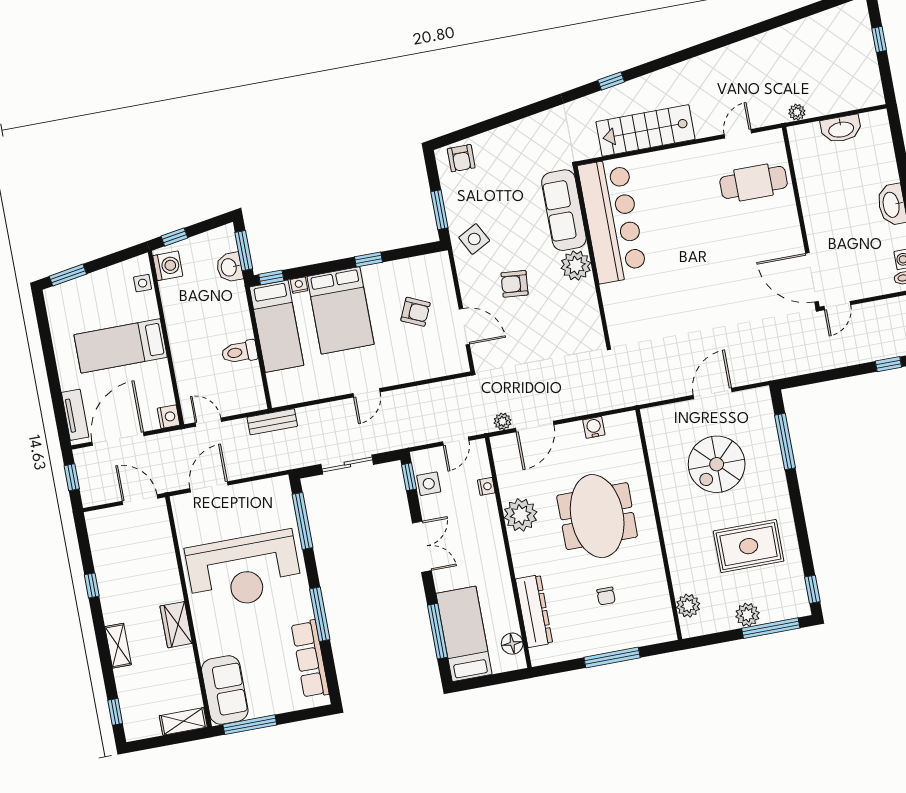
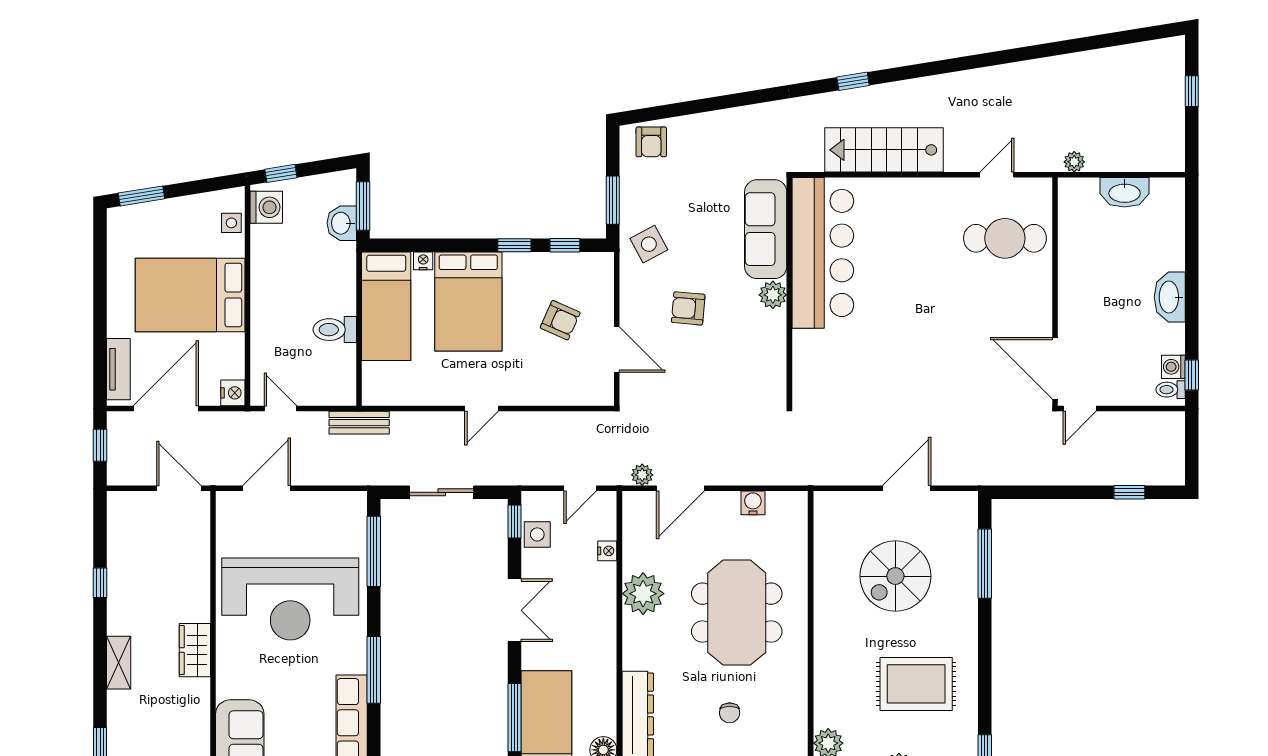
plant: (576, 265) -> (773, 295), width x0.73, depth x0.73
window: (271, 277) -> (565, 245), moved
bed: (121, 346) -> (190, 295), width x1.50

